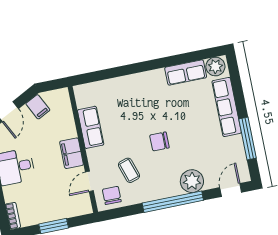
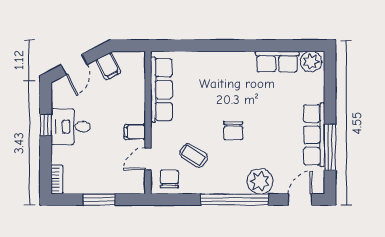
row of seats: (227, 107) -> (314, 135), moved
row of seats: (91, 127) -> (161, 90), width x1.48
chair: (159, 141) -> (233, 131), turned -90
filing cabinet: (72, 153) -> (135, 132), width x0.50
coffee table: (129, 170) -> (194, 156), turned -39

